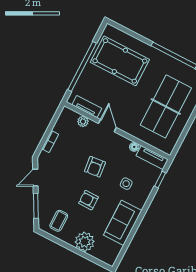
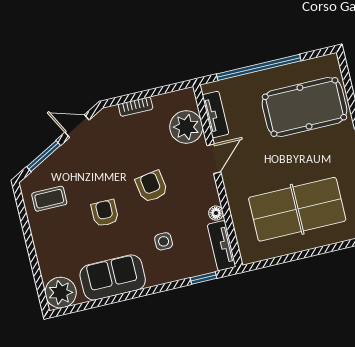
pool table: (120, 61) -> (304, 107), turned 90
plant: (83, 121) -> (186, 127), width x1.88, depth x1.88
armchair: (95, 167) -> (152, 186), turned 87
plant: (85, 242) -> (61, 293), moved

